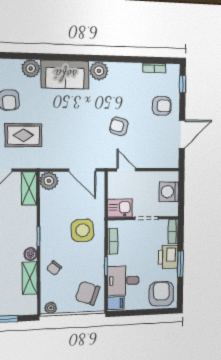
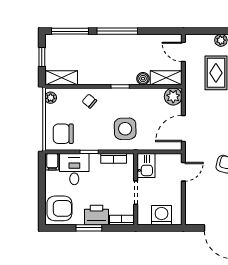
boiler: (30, 254) -> (143, 79), moved
shelving: (30, 278) -> (62, 78), moved
chair: (88, 293) -> (63, 134), turned -110

